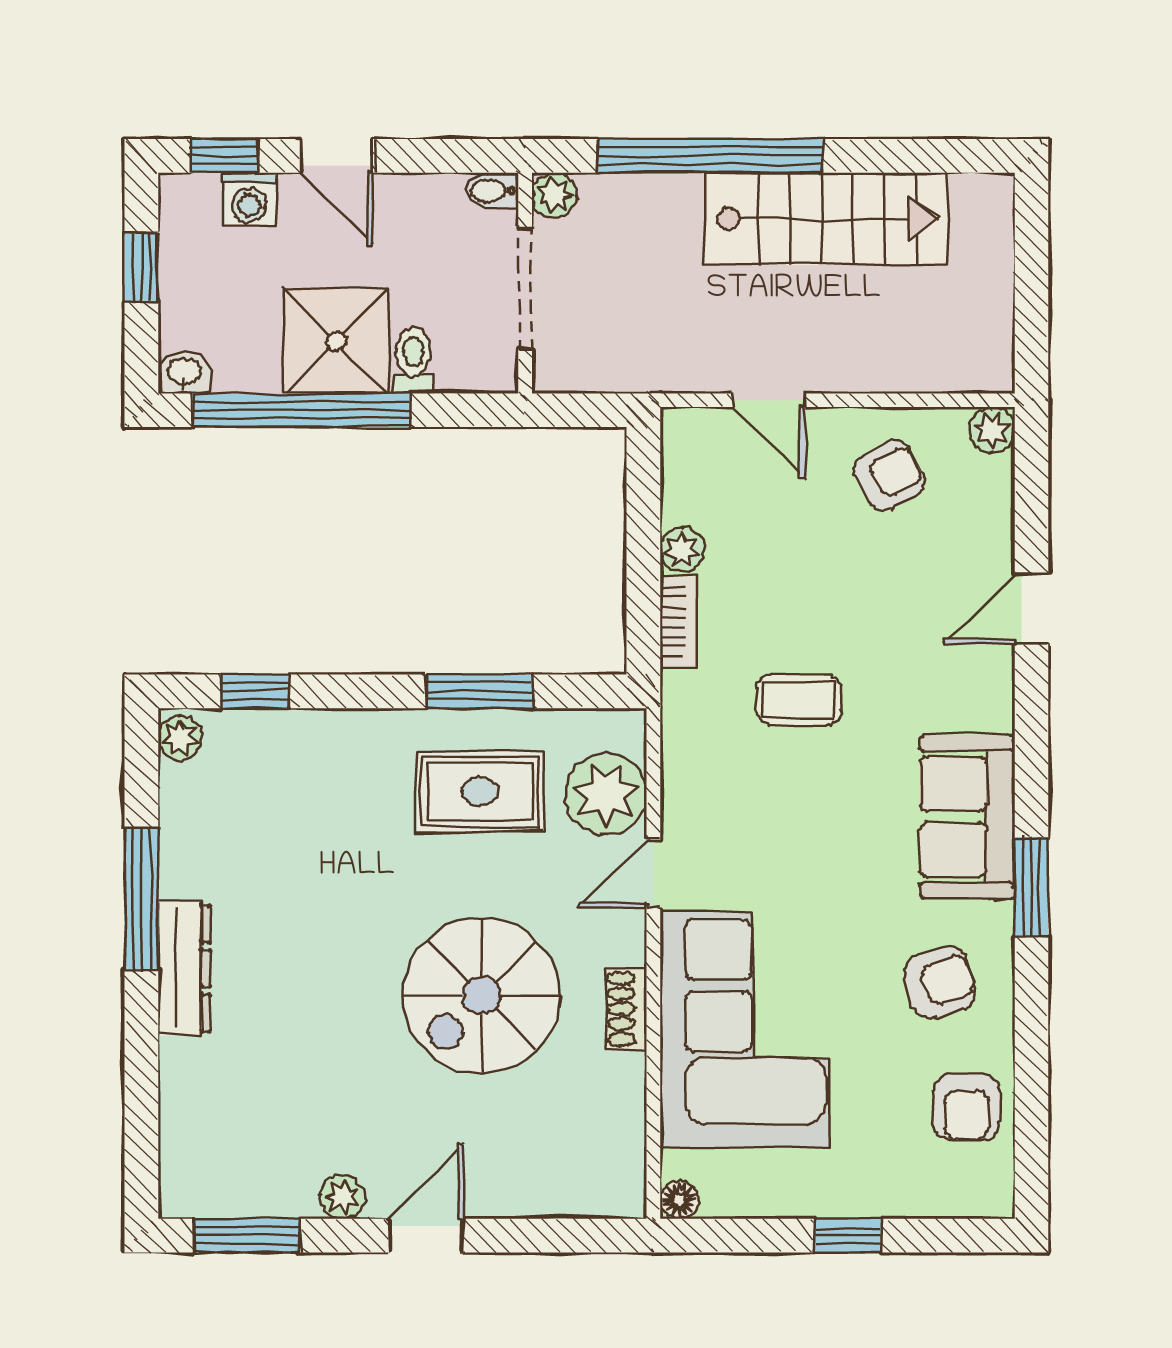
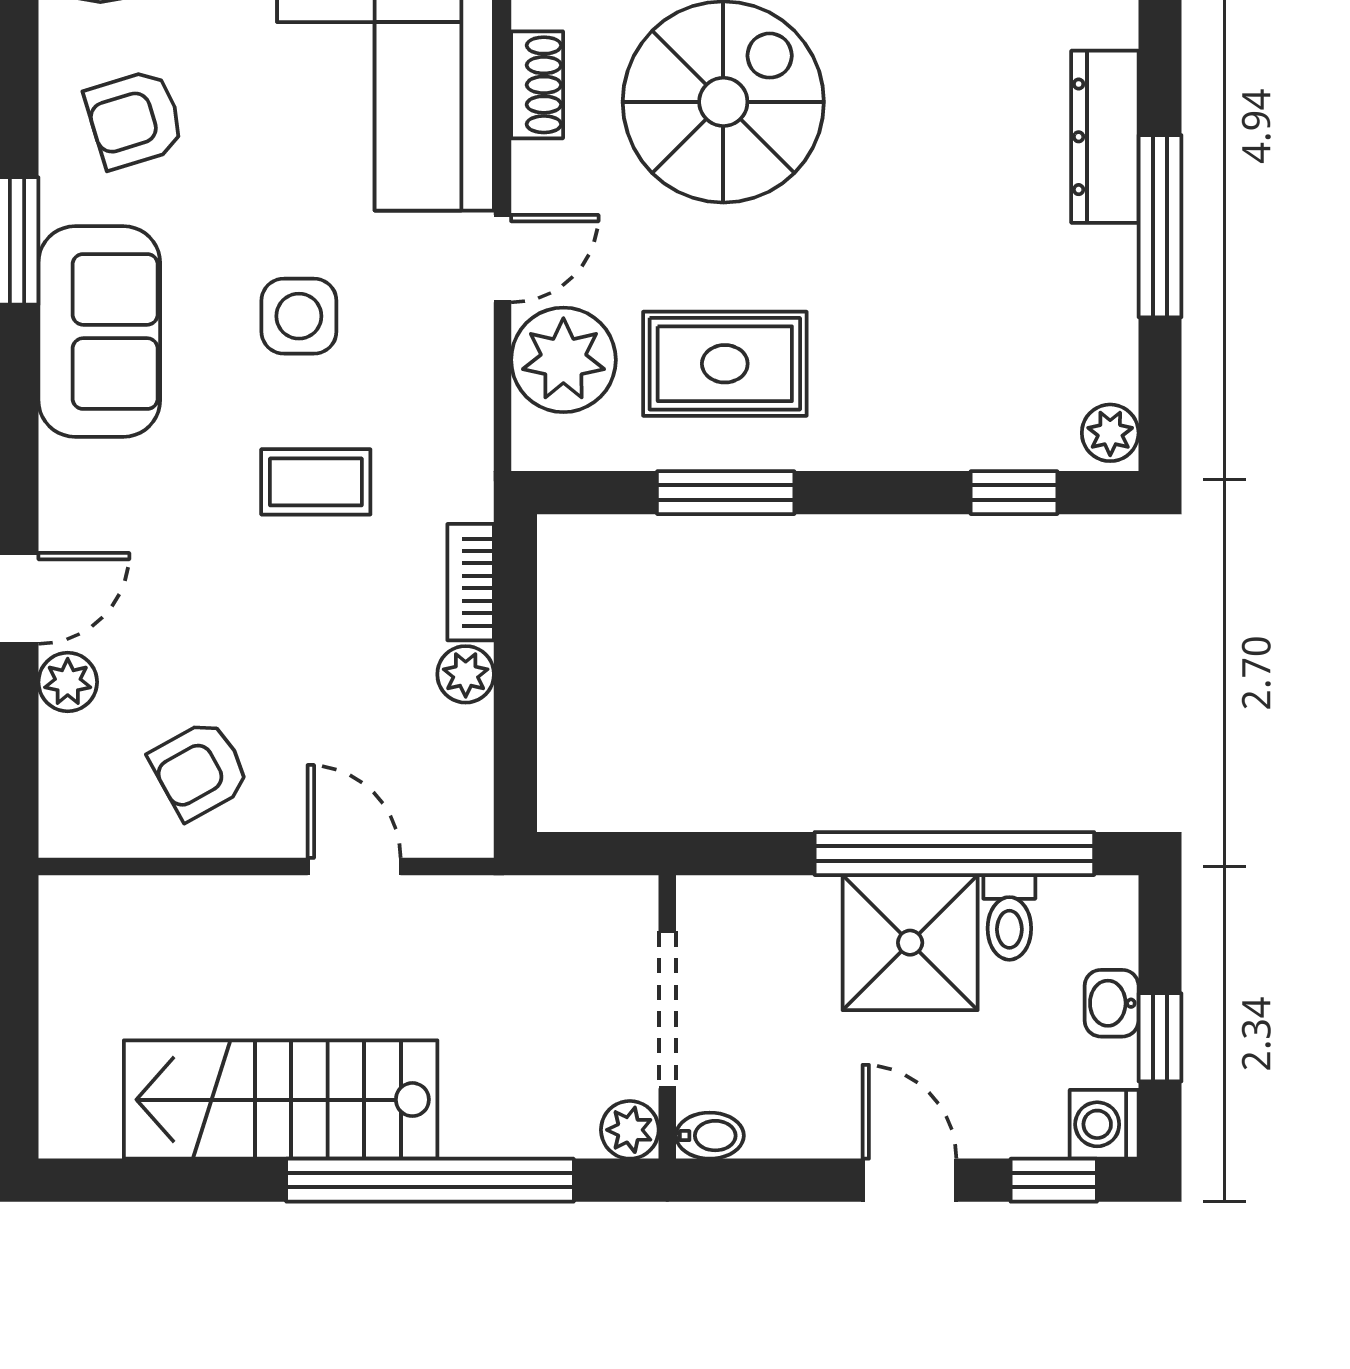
washing machine: (249, 199) -> (1104, 1124), moved, turned -90
toilet: (413, 361) -> (1009, 917), moved
washbasin: (184, 373) -> (1112, 1003), moved, turned 90
plant: (992, 430) -> (68, 682), moved
side table: (812, 829) -> (299, 316), added

